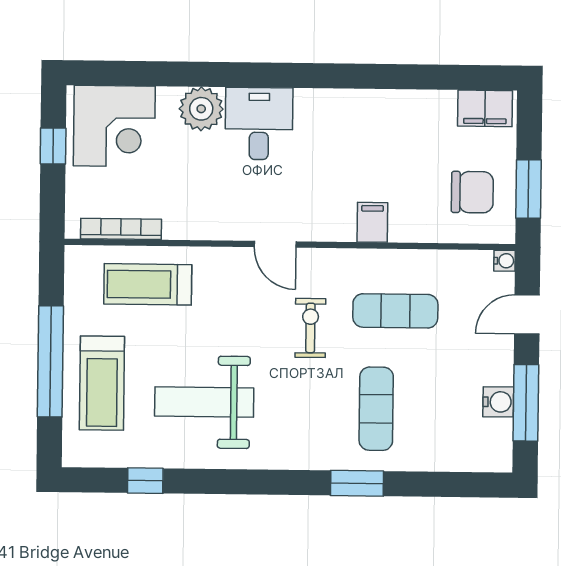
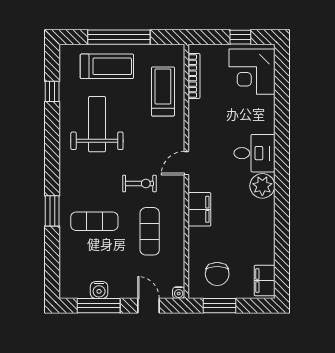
plant: (201, 109) -> (262, 186), moved
filing cabinet: (372, 222) -> (199, 209), width x2.00
treadmill: (102, 383) -> (107, 66), turned 180

